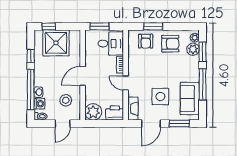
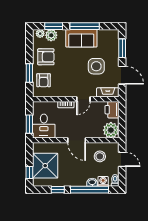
armchair: (146, 41) -> (44, 80), turned 90
desk: (111, 44) -> (44, 126), moved, turned 180
armchair: (170, 44) -> (46, 57), turned 90
sofa: (190, 99) -> (81, 38), moved

